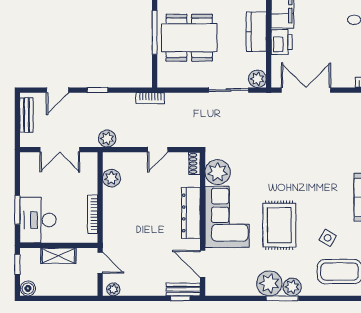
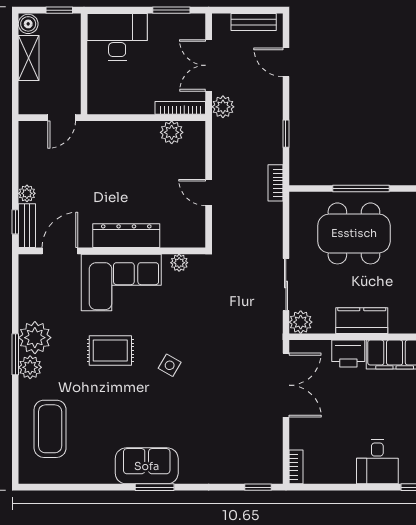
dining table: (189, 38) -> (354, 233), turned 90
window: (97, 90) -> (286, 134), moved
plant: (107, 139) -> (223, 107), moved
shoe rack: (195, 163) -> (191, 240), removed
plant: (218, 172) -> (179, 263), width x0.53, depth x0.53
window: (17, 210) -> (171, 10), moved
bookcase: (93, 214) -> (180, 108), moved
rug: (279, 225) -> (110, 351), width x0.73, depth x0.70
side table: (328, 238) -> (170, 365), moved
shelving: (58, 256) -> (29, 58), moved
plant: (113, 289) -> (27, 193), moved

